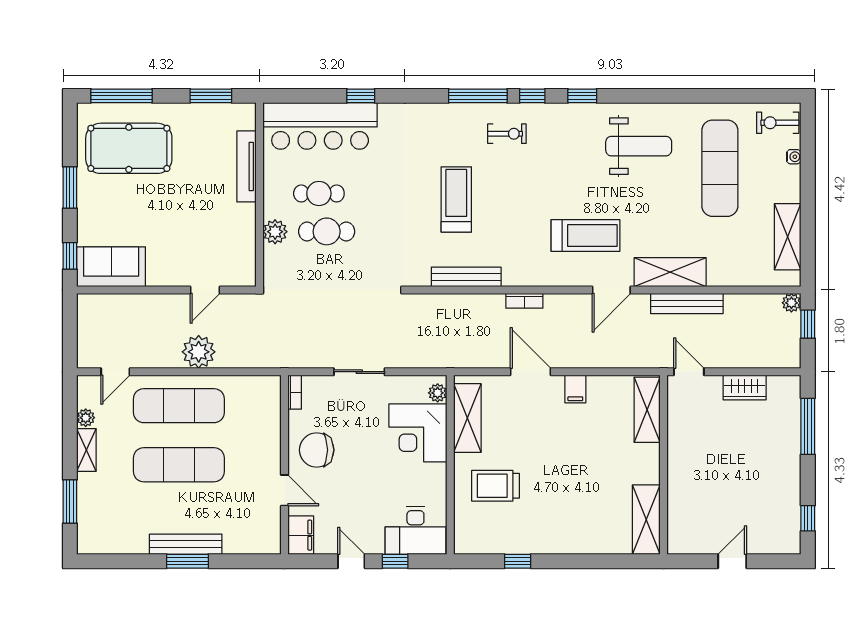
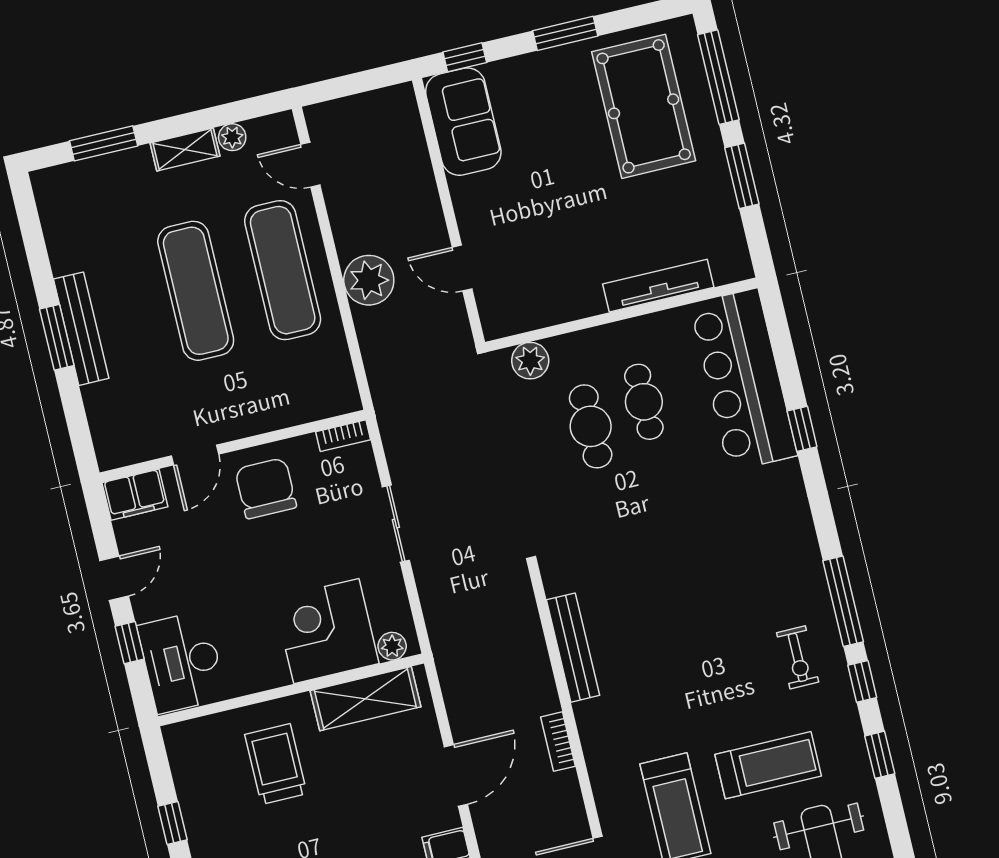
window: (211, 96) -> (742, 176), moved
treadmill: (456, 199) -> (768, 765), moved
plant: (275, 232) -> (530, 361), moved

